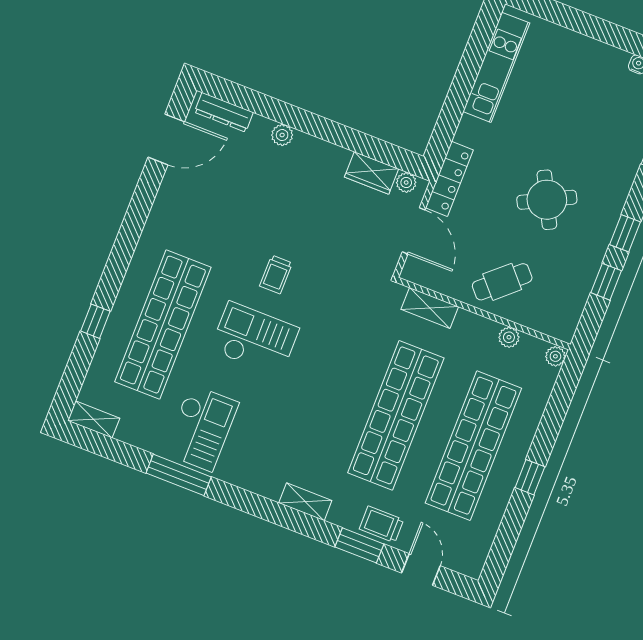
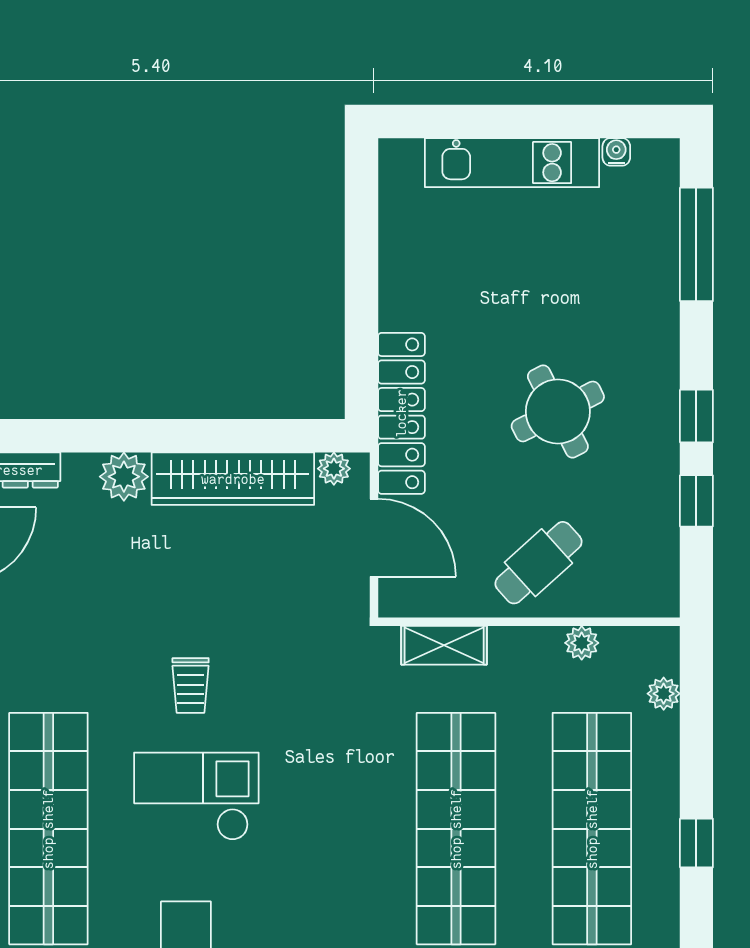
kitchen unit: (496, 67) -> (512, 163), moved, turned 90
plant: (282, 135) -> (124, 477), width x1.38, depth x1.38
wardrobe: (371, 173) -> (233, 479), width x2.10, depth x1.17
locker: (449, 179) -> (401, 413), width x1.41, depth x1.21
plant: (555, 356) -> (664, 694), moved

